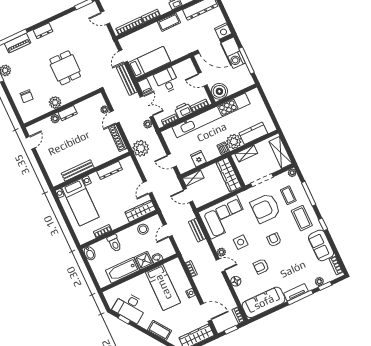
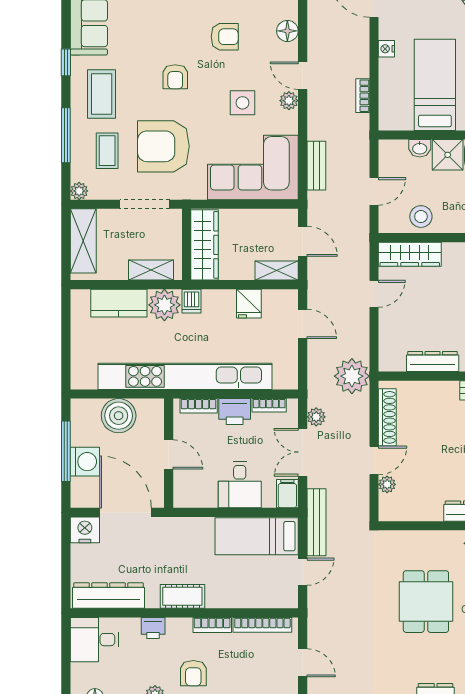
boiler: (219, 91) -> (119, 416), moved
armchair: (265, 208) -> (163, 146), turned 180

